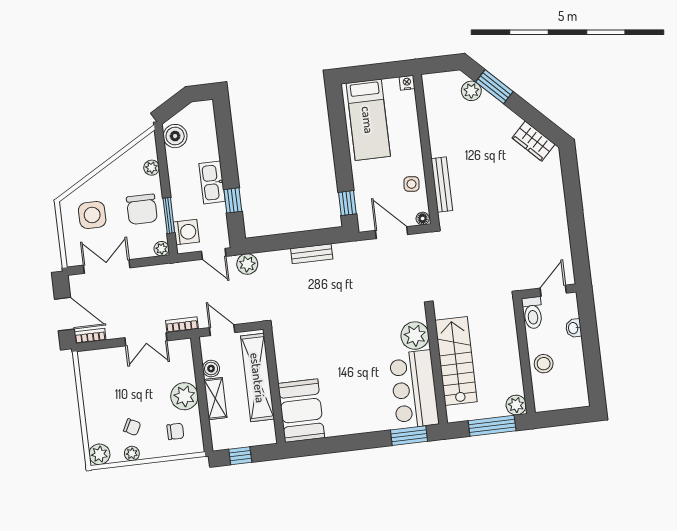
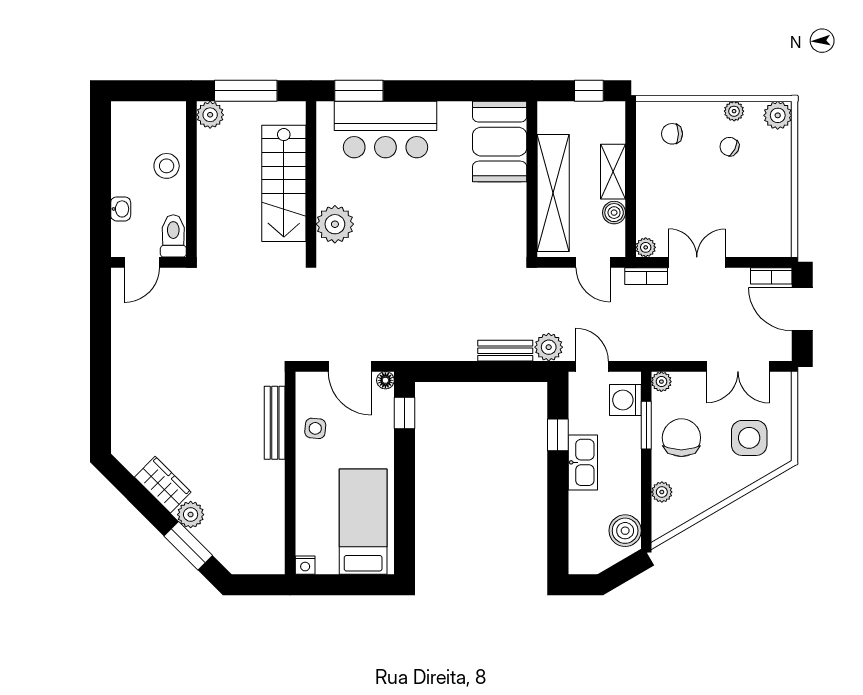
plant: (471, 91) -> (191, 515), moved
wardrobe: (534, 141) -> (163, 485), moved
floor lamp: (423, 218) -> (385, 380), moved
bench: (312, 254) -> (505, 351), moved
bar counter: (414, 389) -> (385, 130), moved, turned 90
plant: (184, 396) -> (646, 247), moved, width x0.53, depth x0.53

